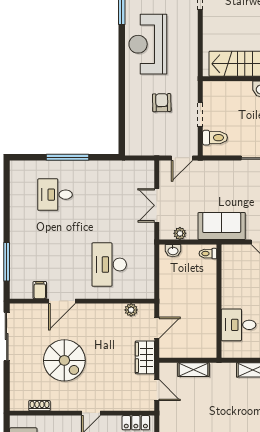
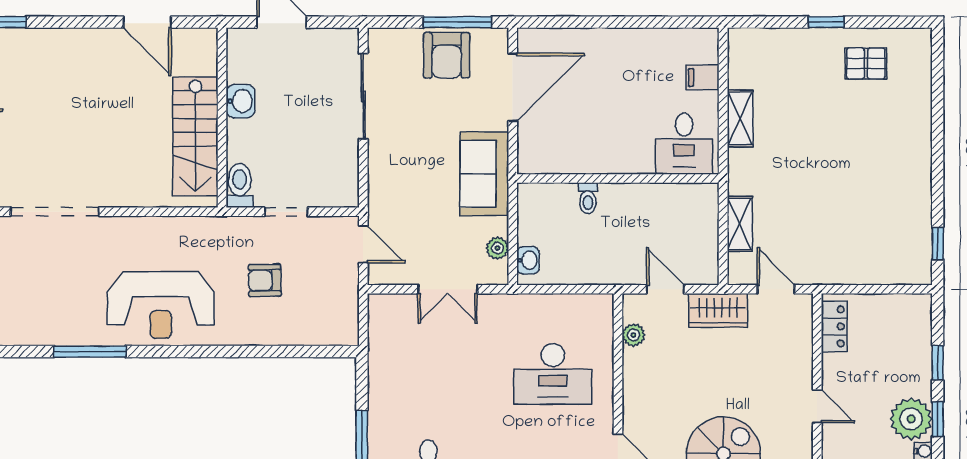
toilet: (215, 138) -> (240, 186), moved
toilet: (208, 254) -> (588, 198), moved
desk: (239, 325) -> (684, 144), moved
door: (157, 390) -> (776, 289), hinge flipped

